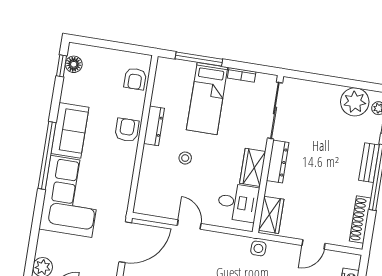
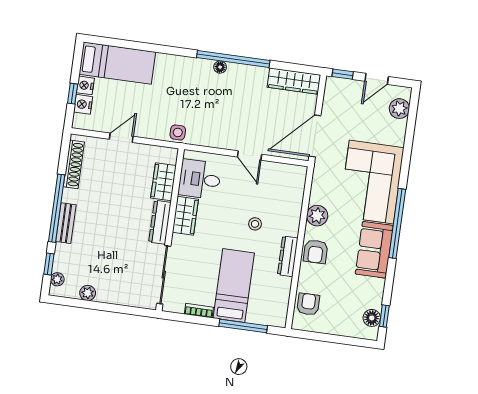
plant: (355, 102) -> (88, 293), width x0.53, depth x0.53
plant: (125, 165) -> (317, 216), added
wardrobe: (271, 215) -> (163, 182), moved

